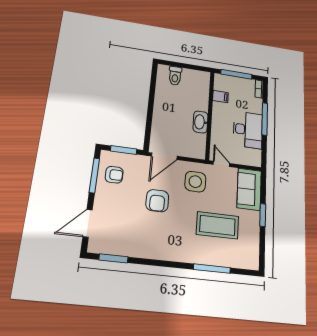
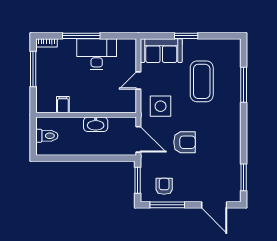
filing cabinet: (220, 97) -> (63, 105), moved
wall: (210, 115) -> (86, 115), moved
washbasin: (200, 122) -> (96, 124), moved

